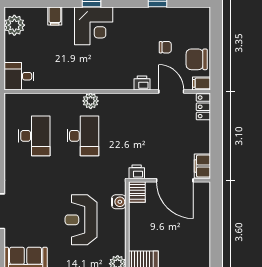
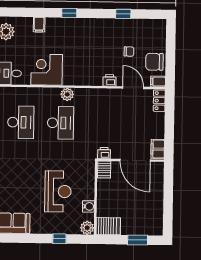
corner desk: (94, 26) -> (47, 70), moved, turned 180
water cooler: (119, 202) -> (88, 206), moved
reception desk: (81, 220) -> (58, 191), turned 180

